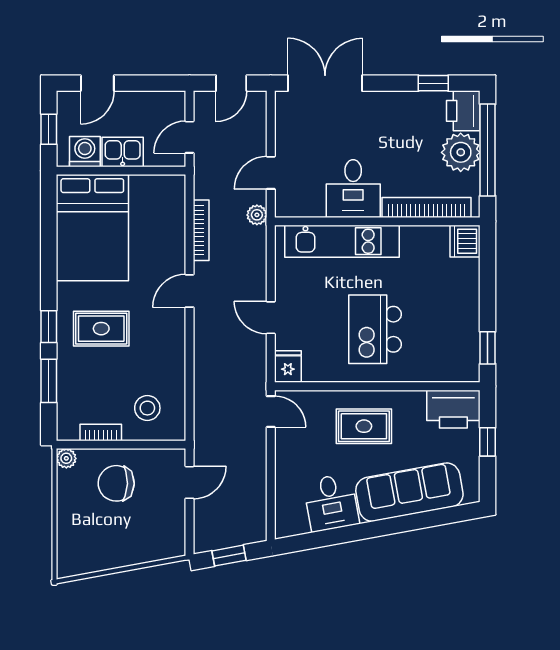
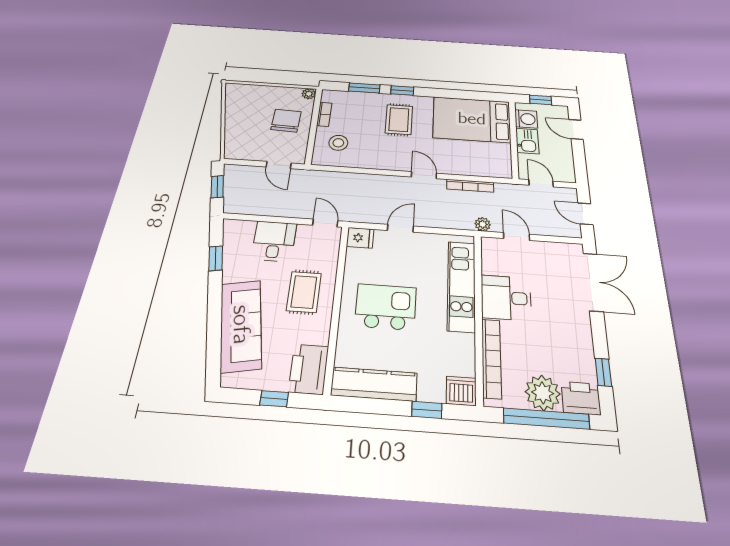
kitchen counter: (465, 336) -> (374, 384), added
window: (488, 348) -> (427, 410), moved
door: (271, 412) -> (325, 223), swing flipped
desk: (331, 502) -> (274, 241), moved, turned 100
window: (329, 537) -> (216, 258), added

